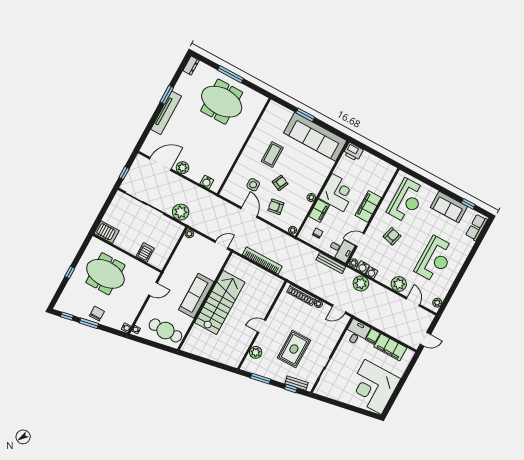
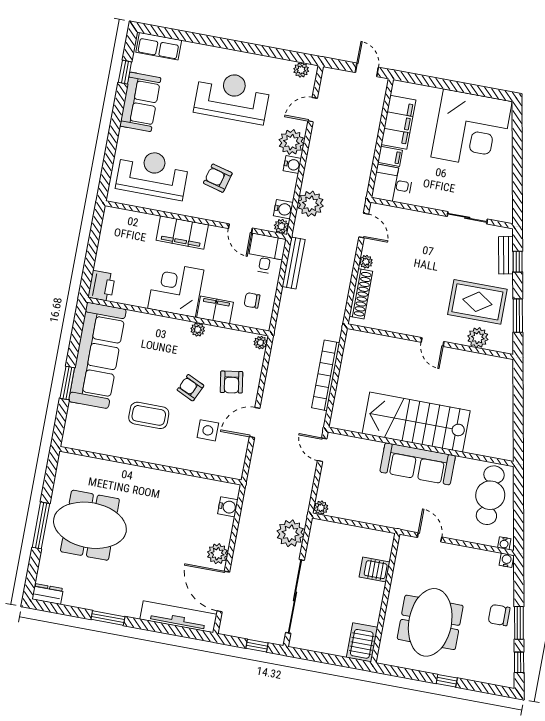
meeting table: (222, 102) -> (90, 525), turned 90
tv unit: (166, 113) -> (178, 617), moved
water cooler: (372, 273) -> (292, 165), moved
rug: (294, 349) -> (477, 302), moved

